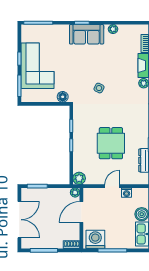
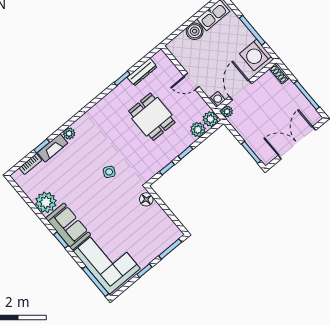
plant: (113, 29) -> (46, 202), width x1.88, depth x1.88
corner sofa: (37, 66) -> (107, 260), moved, turned 90
dining table: (111, 143) -> (152, 117), turned 90
plant: (79, 165) -> (198, 130), added
washing machine: (127, 193) -> (217, 99), moved
door: (81, 212) -> (241, 90), swing flipped

